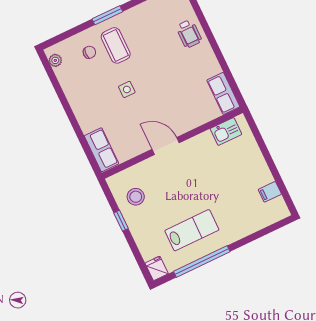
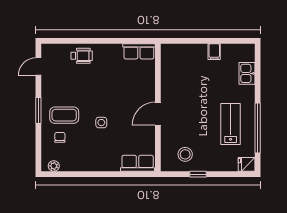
kitchen sink: (226, 132) -> (247, 73), moved, turned 180
filing cabinet: (270, 192) -> (214, 52), moved

